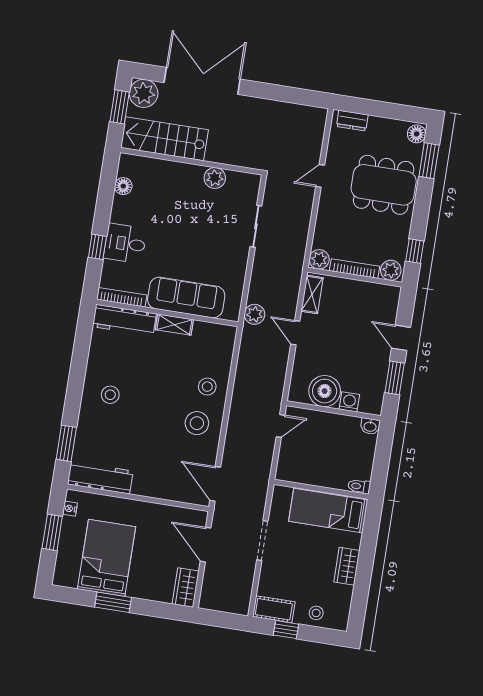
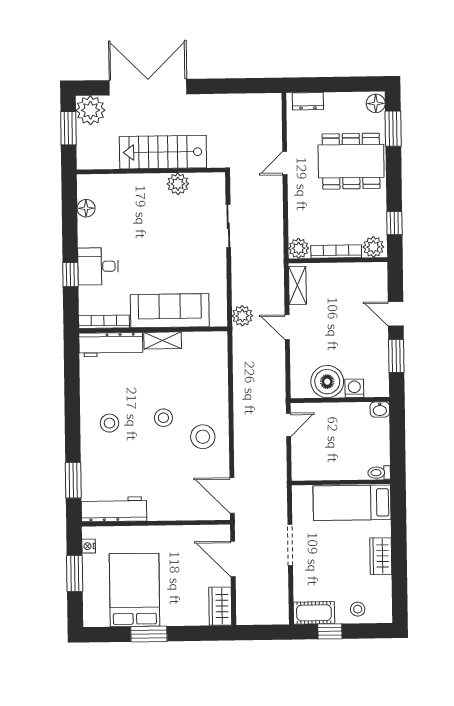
stairs: (164, 139) -> (163, 152), moved
stool: (207, 387) -> (163, 418), moved

